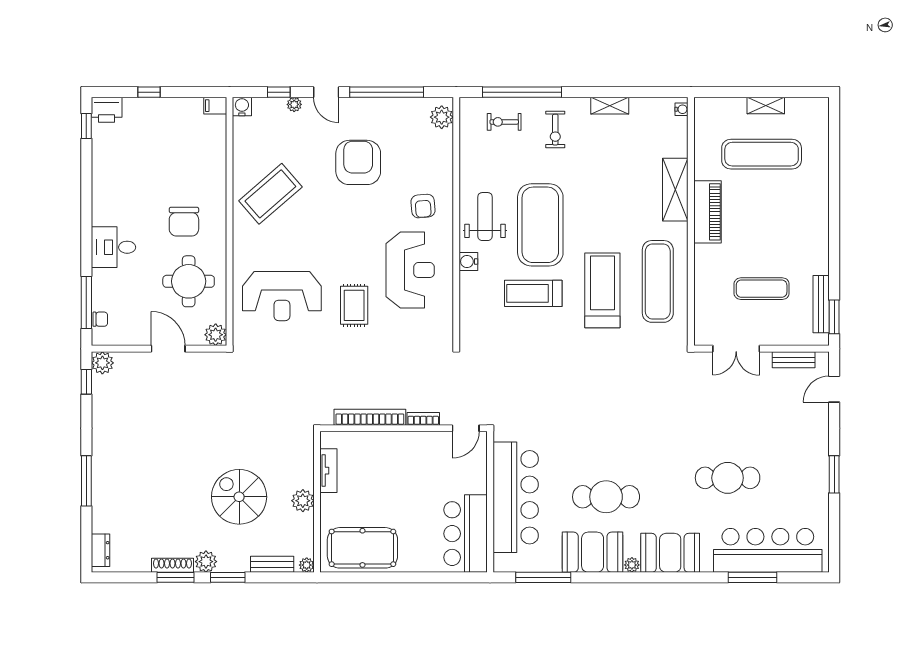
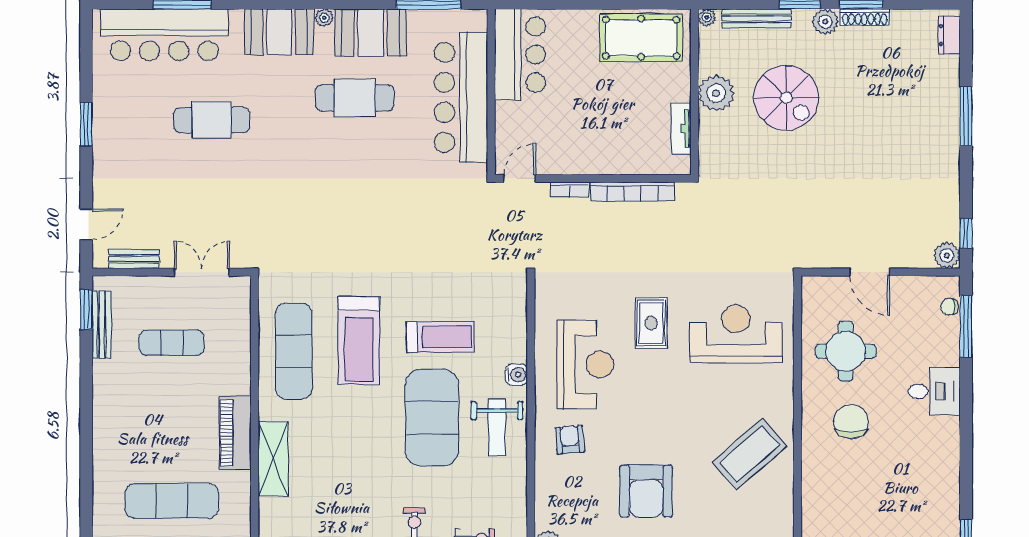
reception desk: (410, 270) -> (585, 364), turned 180
plant: (216, 335) -> (814, 288), removed
plant: (303, 501) -> (716, 93), width x1.36, depth x1.36
bench: (272, 564) -> (756, 18), width x1.36

